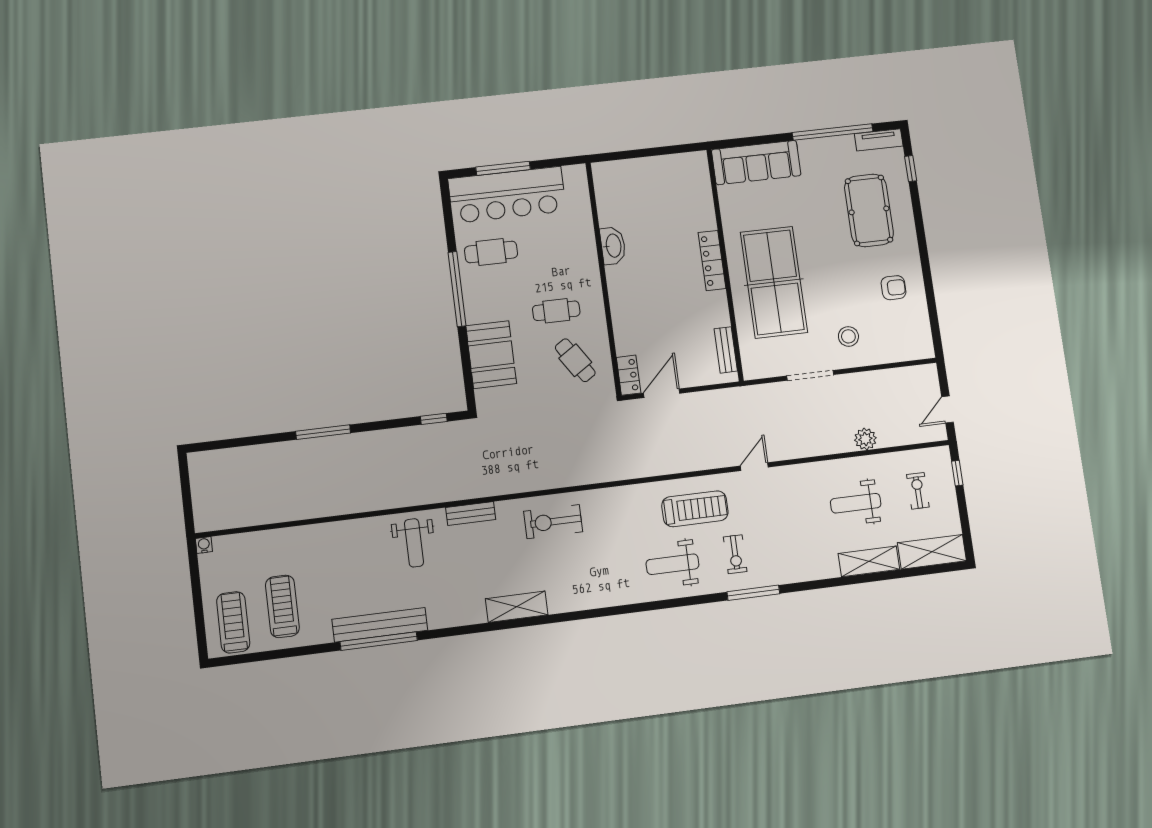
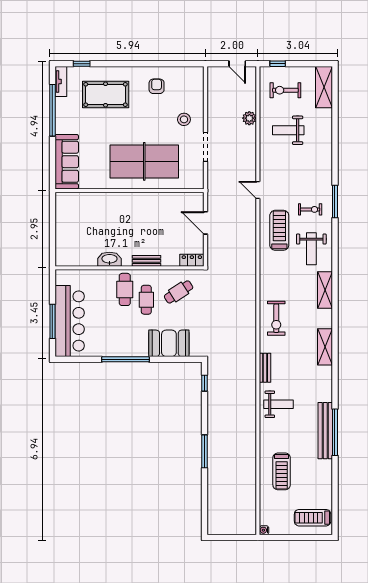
cafe table: (491, 252) -> (125, 289), moved
locker: (712, 260) -> (126, 198), removed
bench: (726, 350) -> (147, 261), moved
door: (662, 393) -> (205, 223), moved
exercise bike: (918, 491) -> (285, 90), width x1.38, depth x1.39
weight bench: (856, 503) -> (288, 130), turned 90
shelving: (869, 561) -> (325, 290), moved
treadmill: (282, 606) -> (282, 471), moved, turned -90

